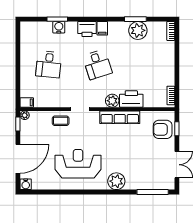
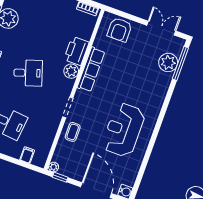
filing cabinet: (27, 102) -> (27, 155), moved
window: (177, 129) -> (124, 15), removed
plant: (116, 181) -> (168, 62), moved

